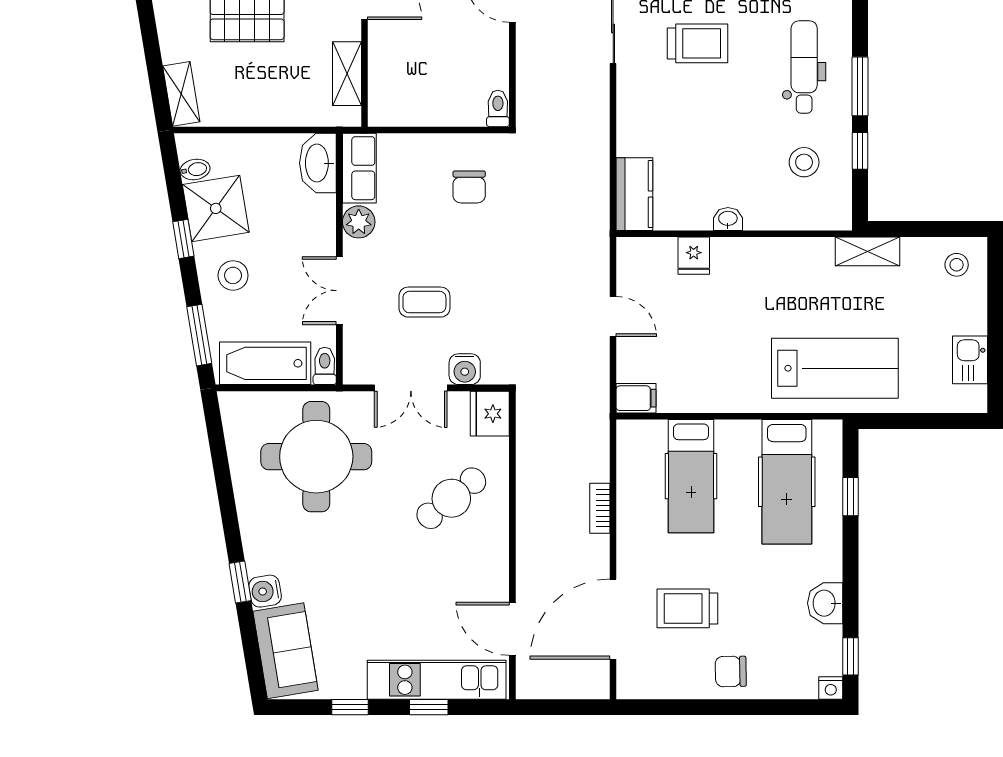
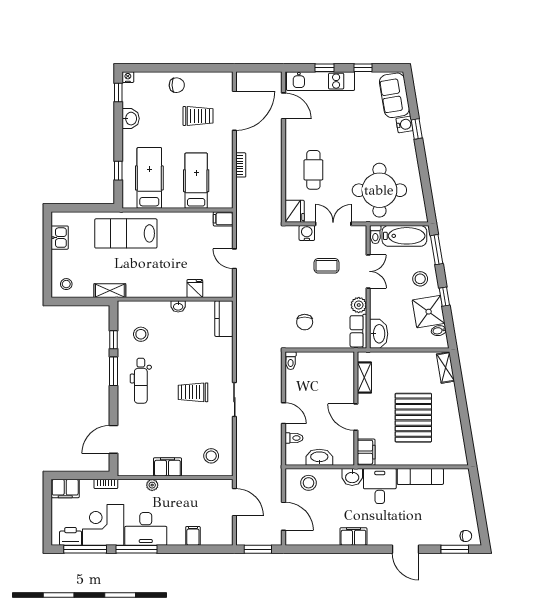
chair: (469, 187) -> (305, 322), turned 180
cafe table: (451, 498) -> (313, 170), turned -51

